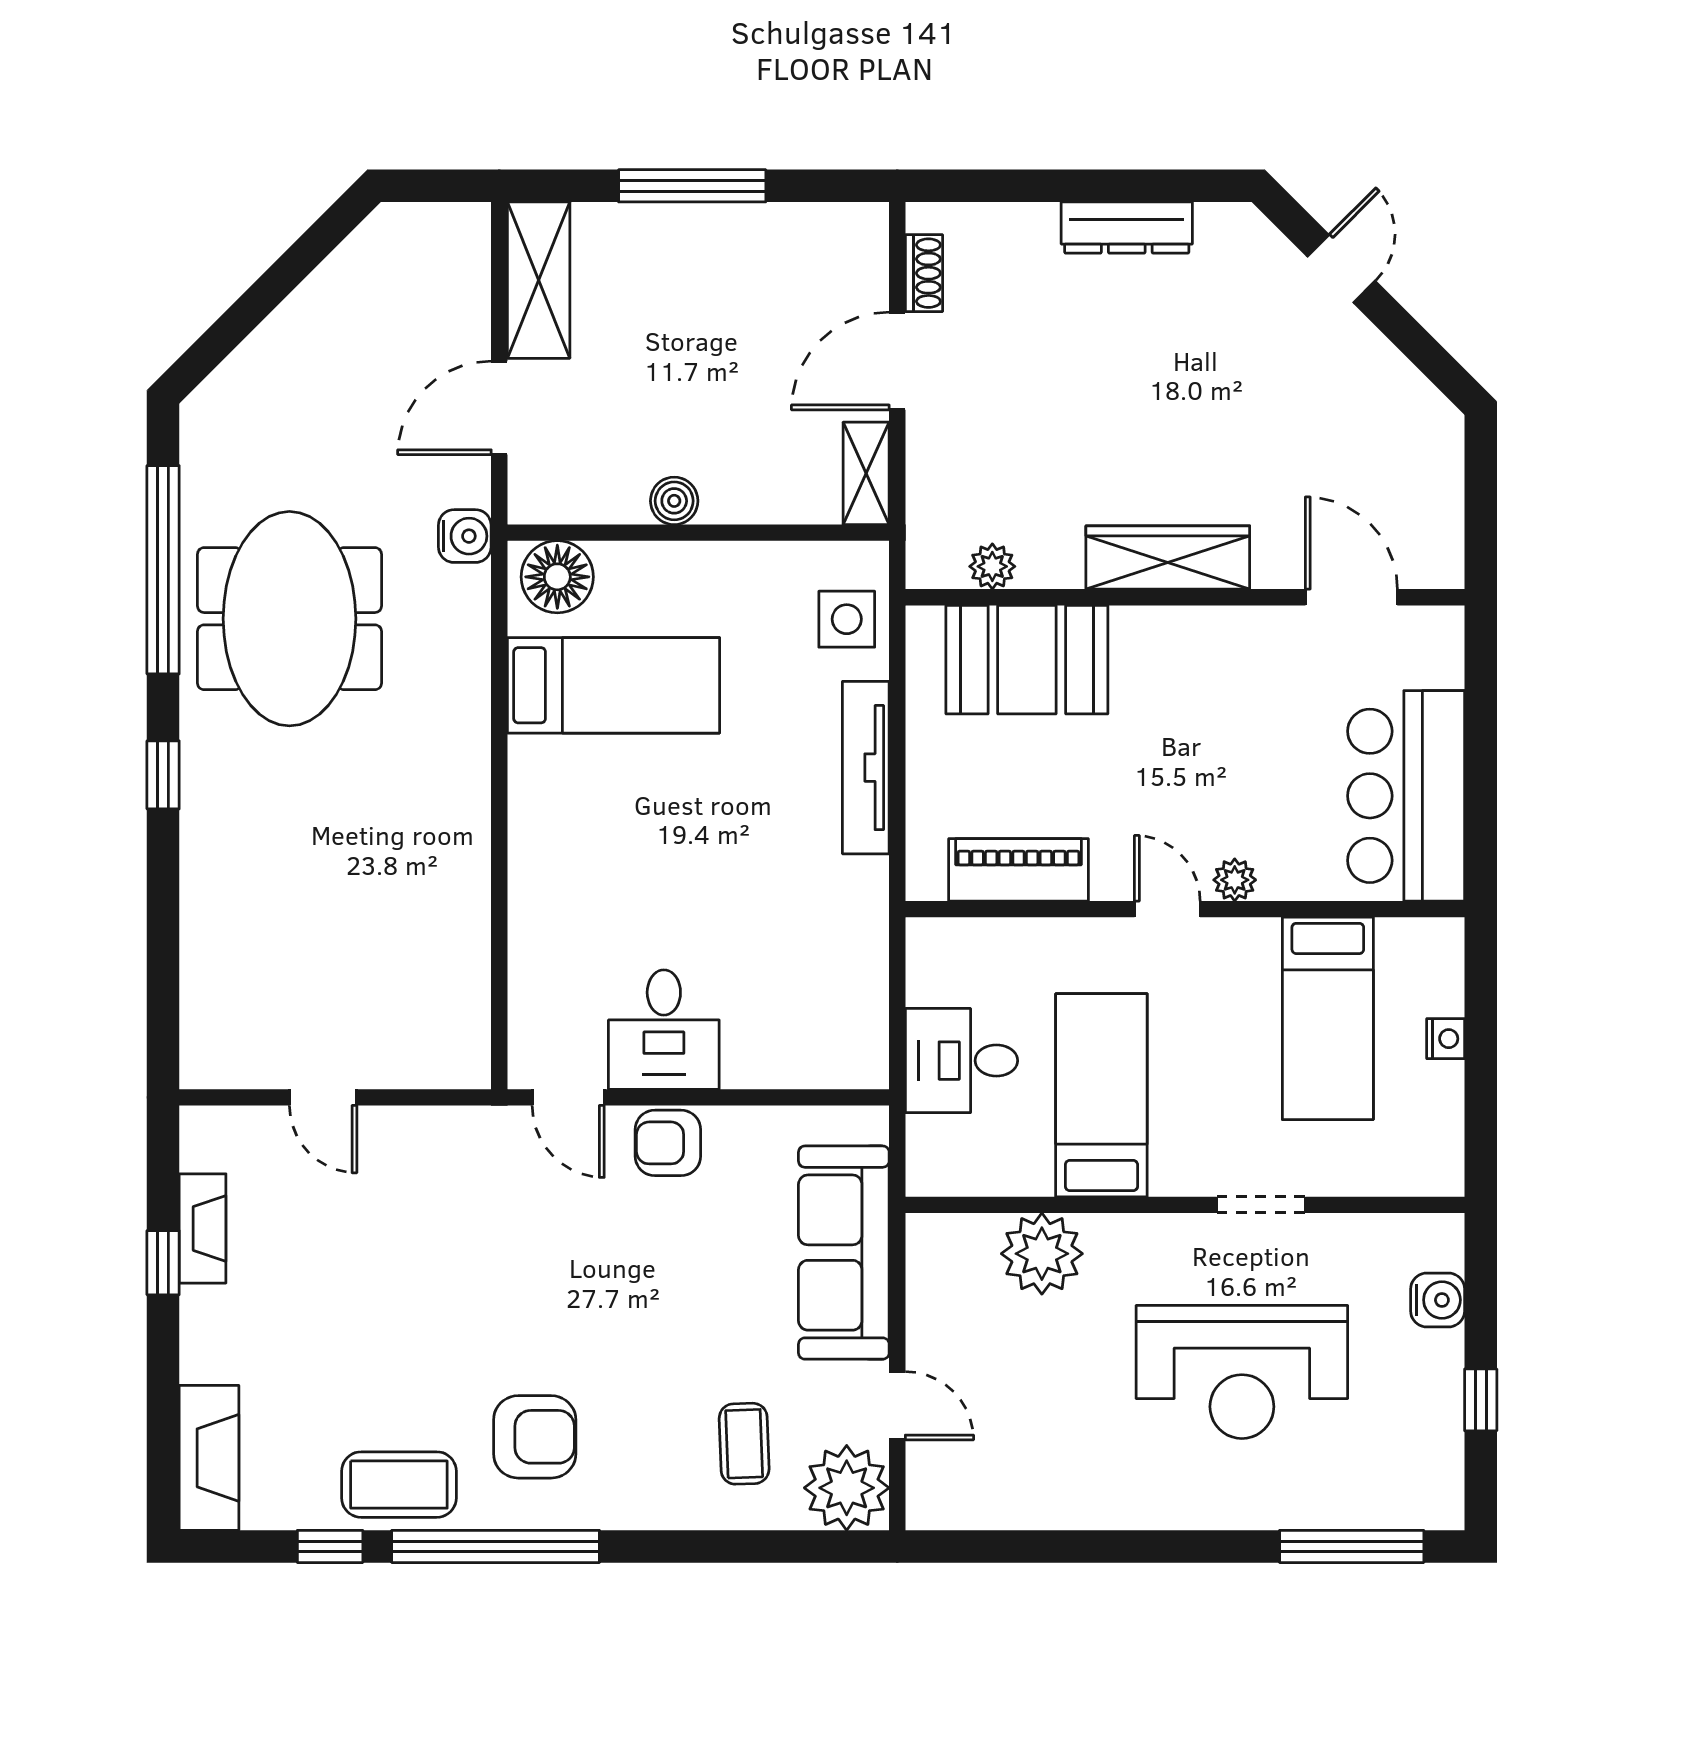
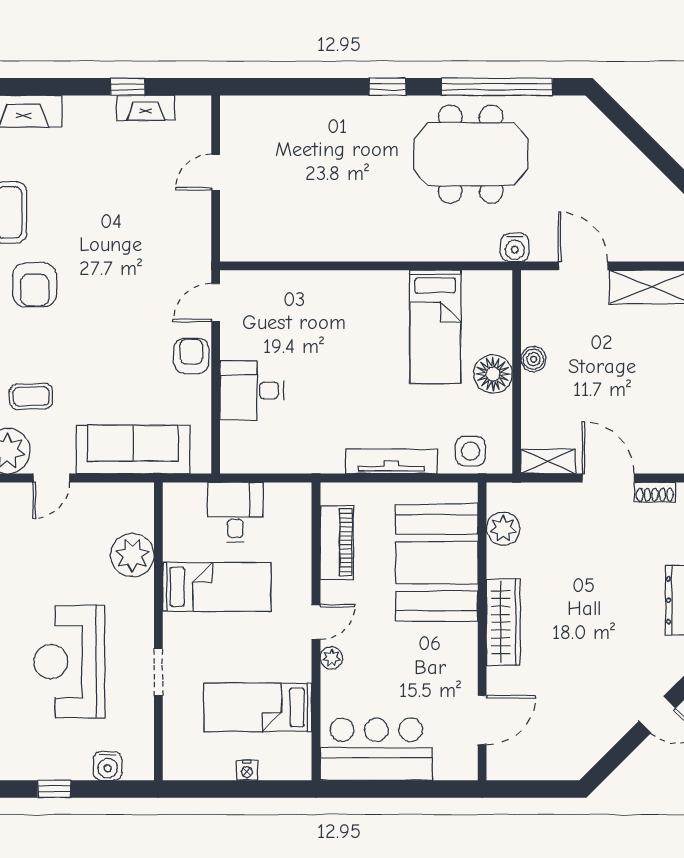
plant: (992, 566) -> (503, 529), width x1.38, depth x1.38
floor lamp: (557, 577) -> (493, 374), moved
booth: (1027, 660) -> (437, 563), width x1.36, depth x1.42
desk: (664, 1030) -> (252, 390), moved

